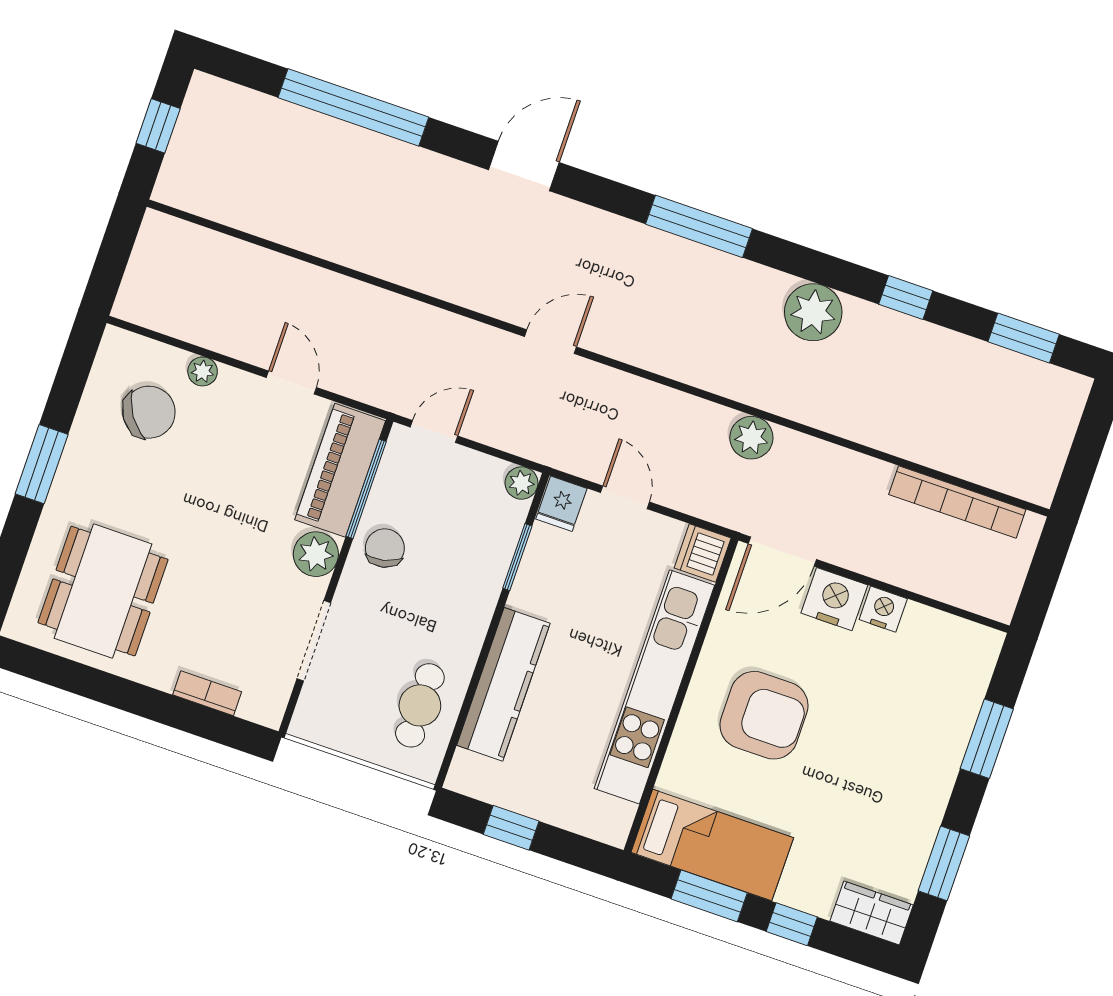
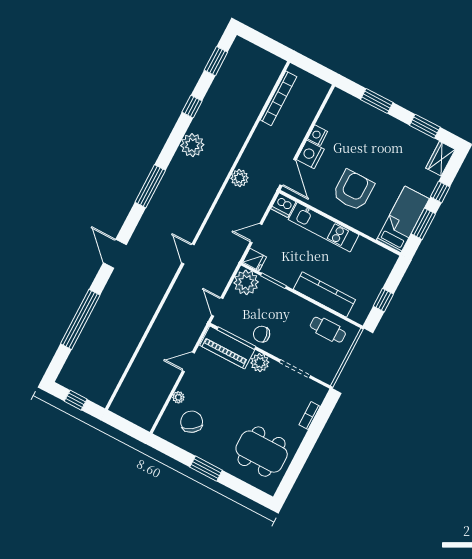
plant: (522, 483) -> (246, 282), width x1.88, depth x1.88
kitchen unit: (654, 687) -> (324, 227), width x0.73

